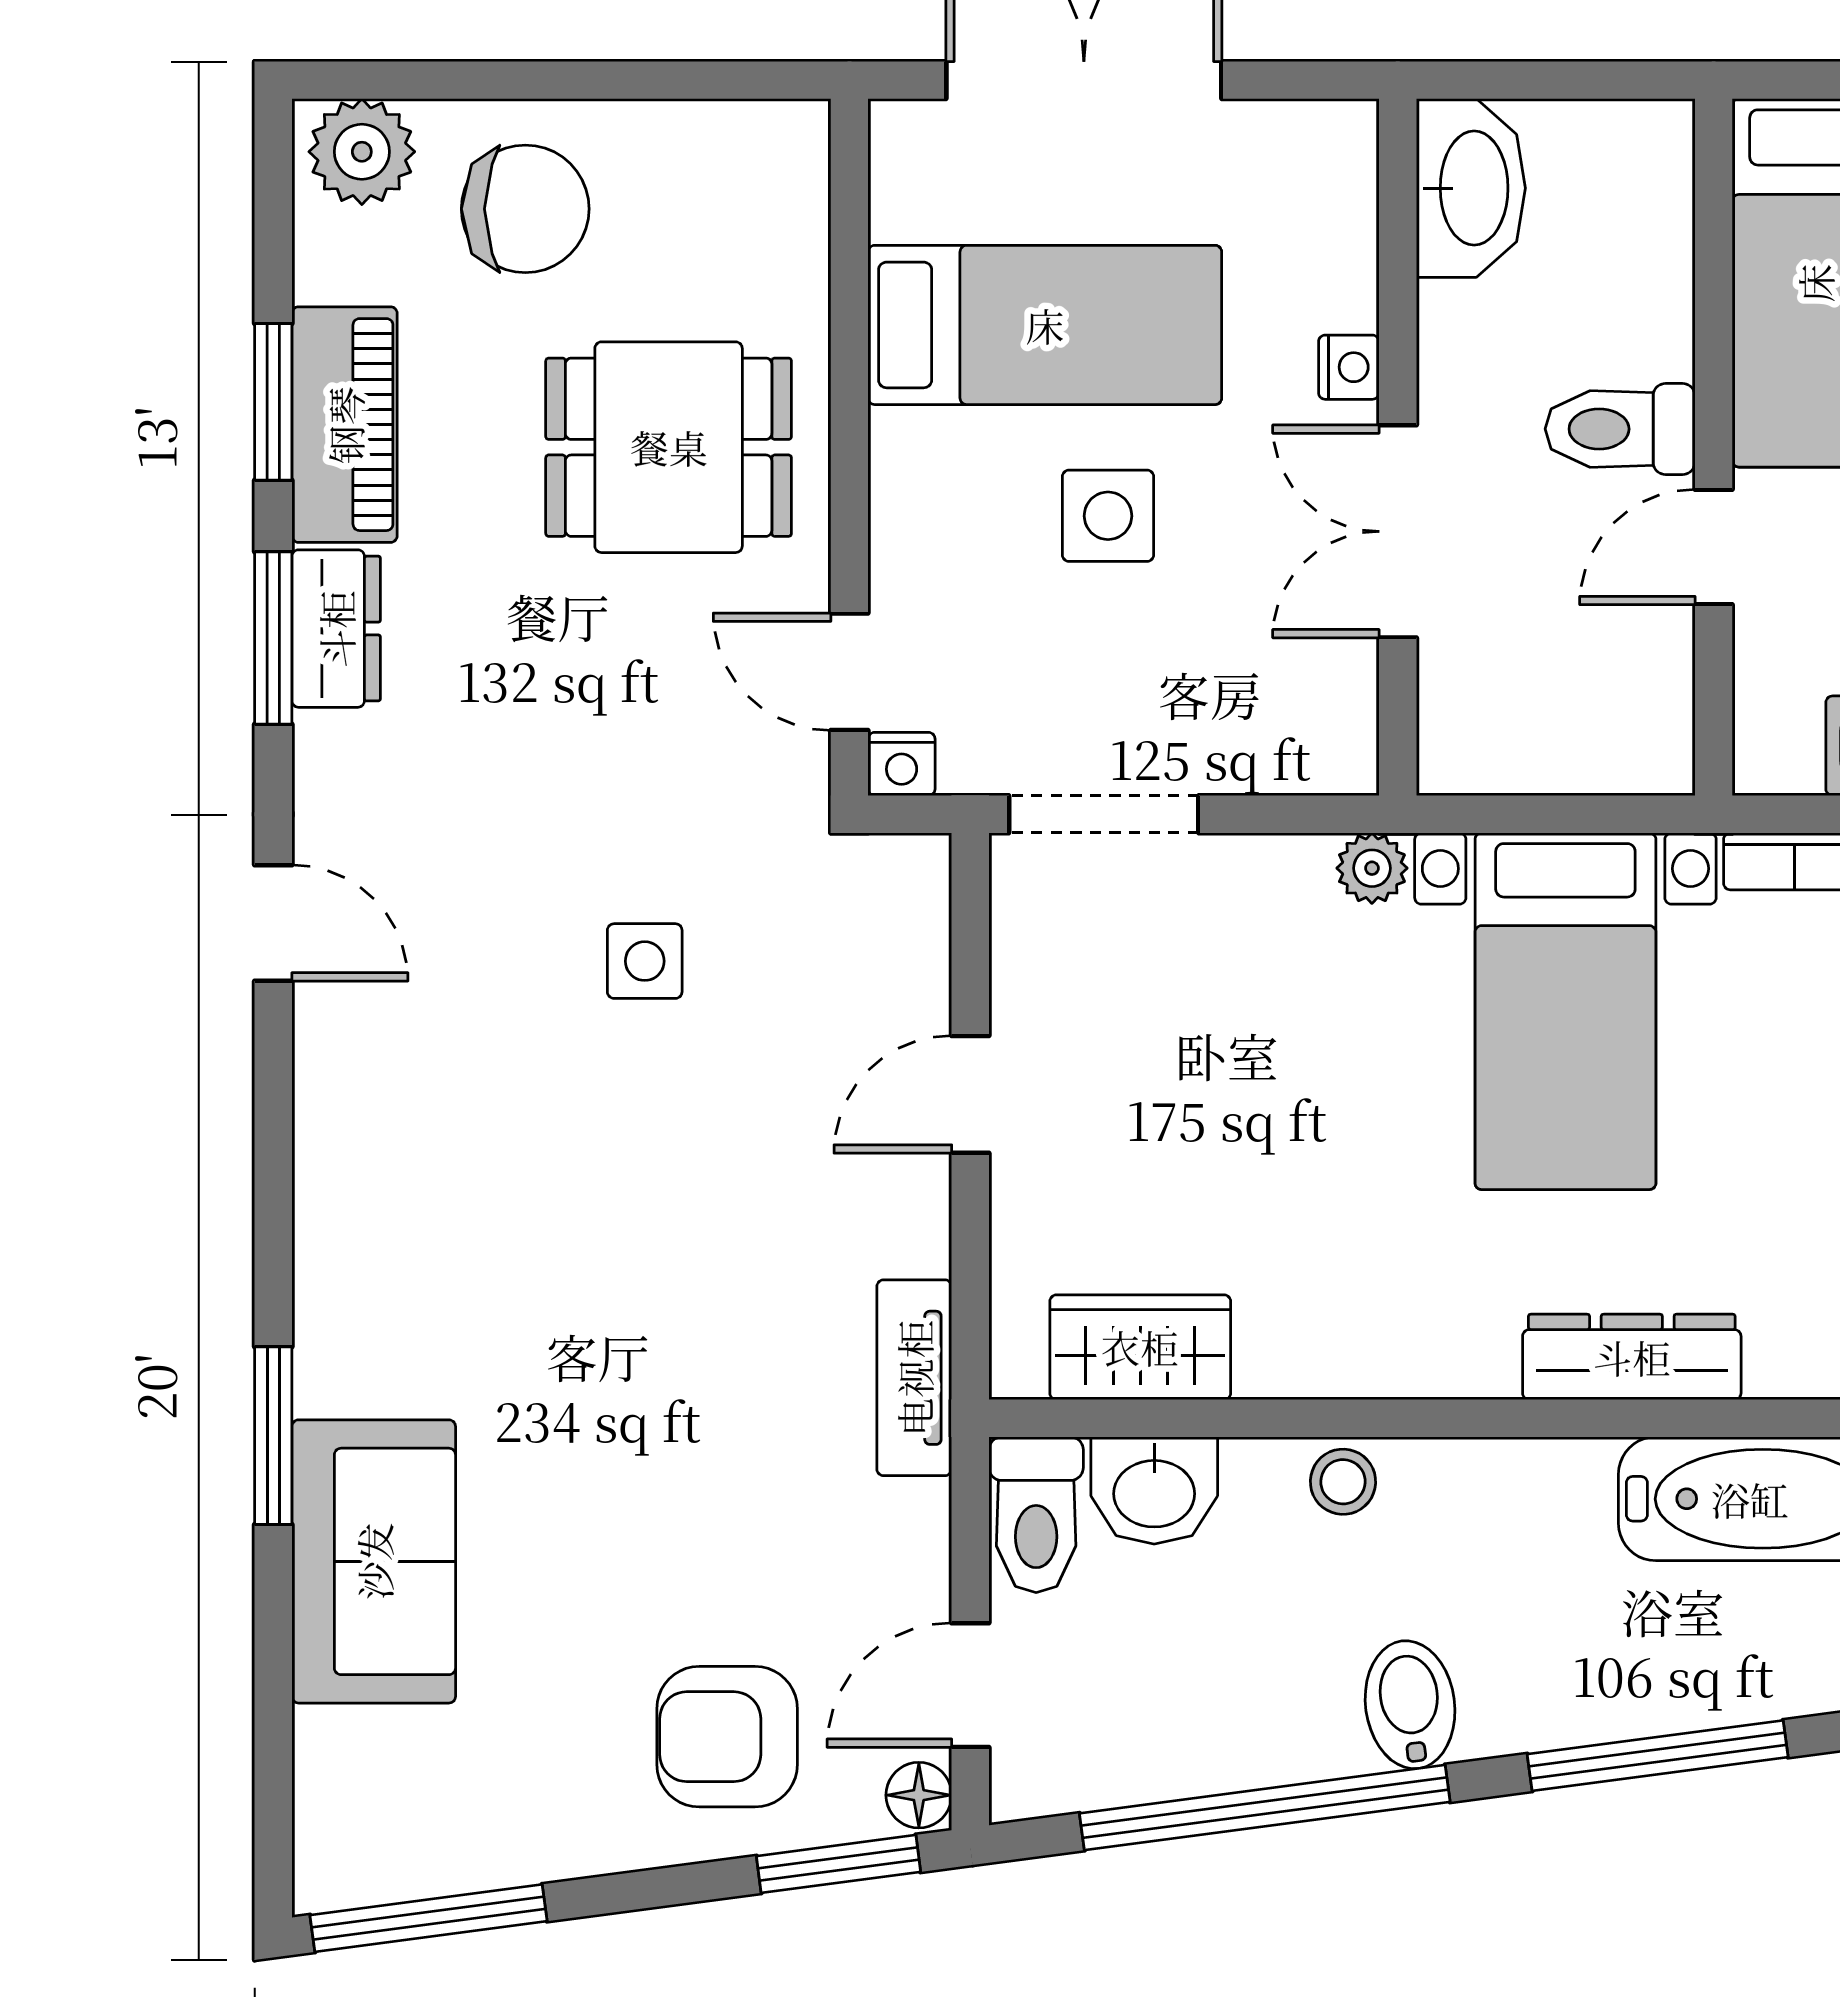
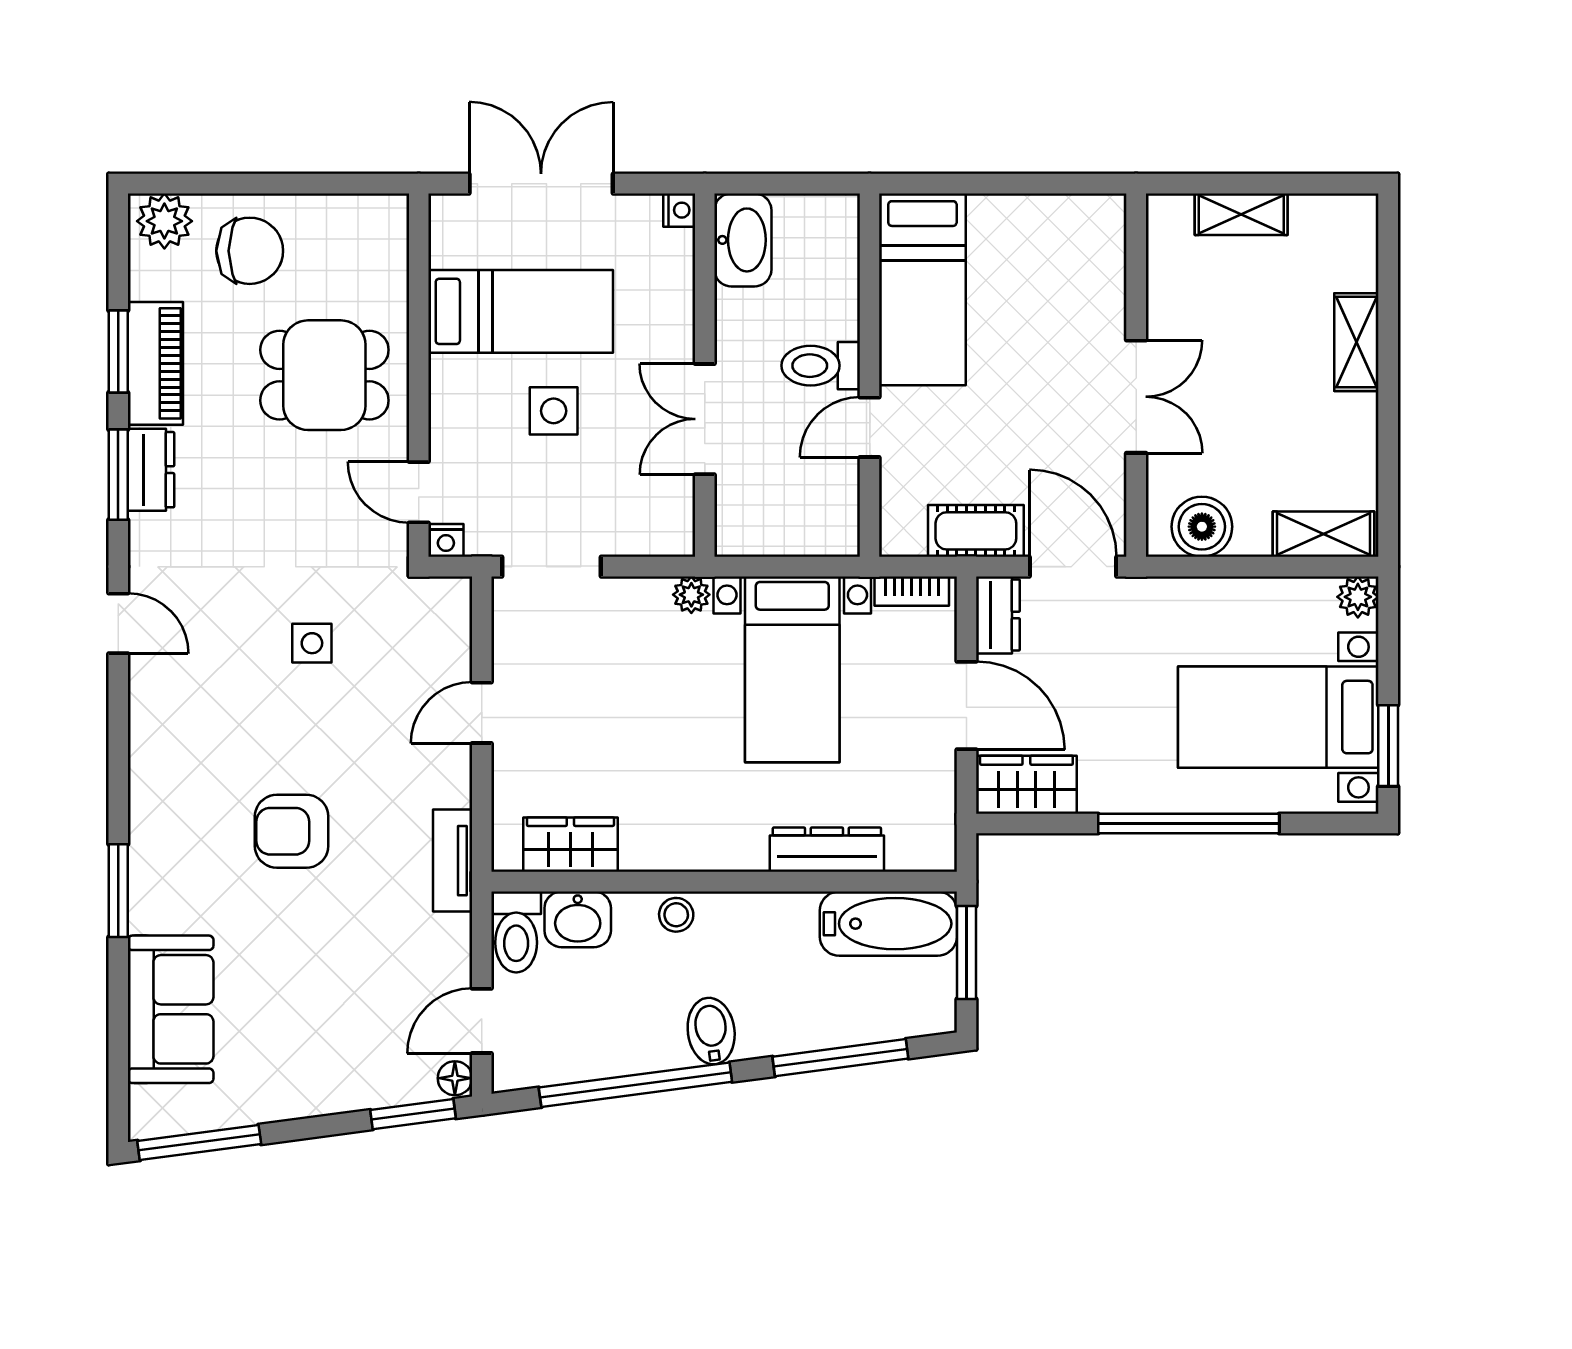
nightstand: (1349, 367) -> (679, 210), moved
sofa: (374, 1561) -> (171, 1009), moved
armchair: (727, 1737) -> (292, 831), moved

